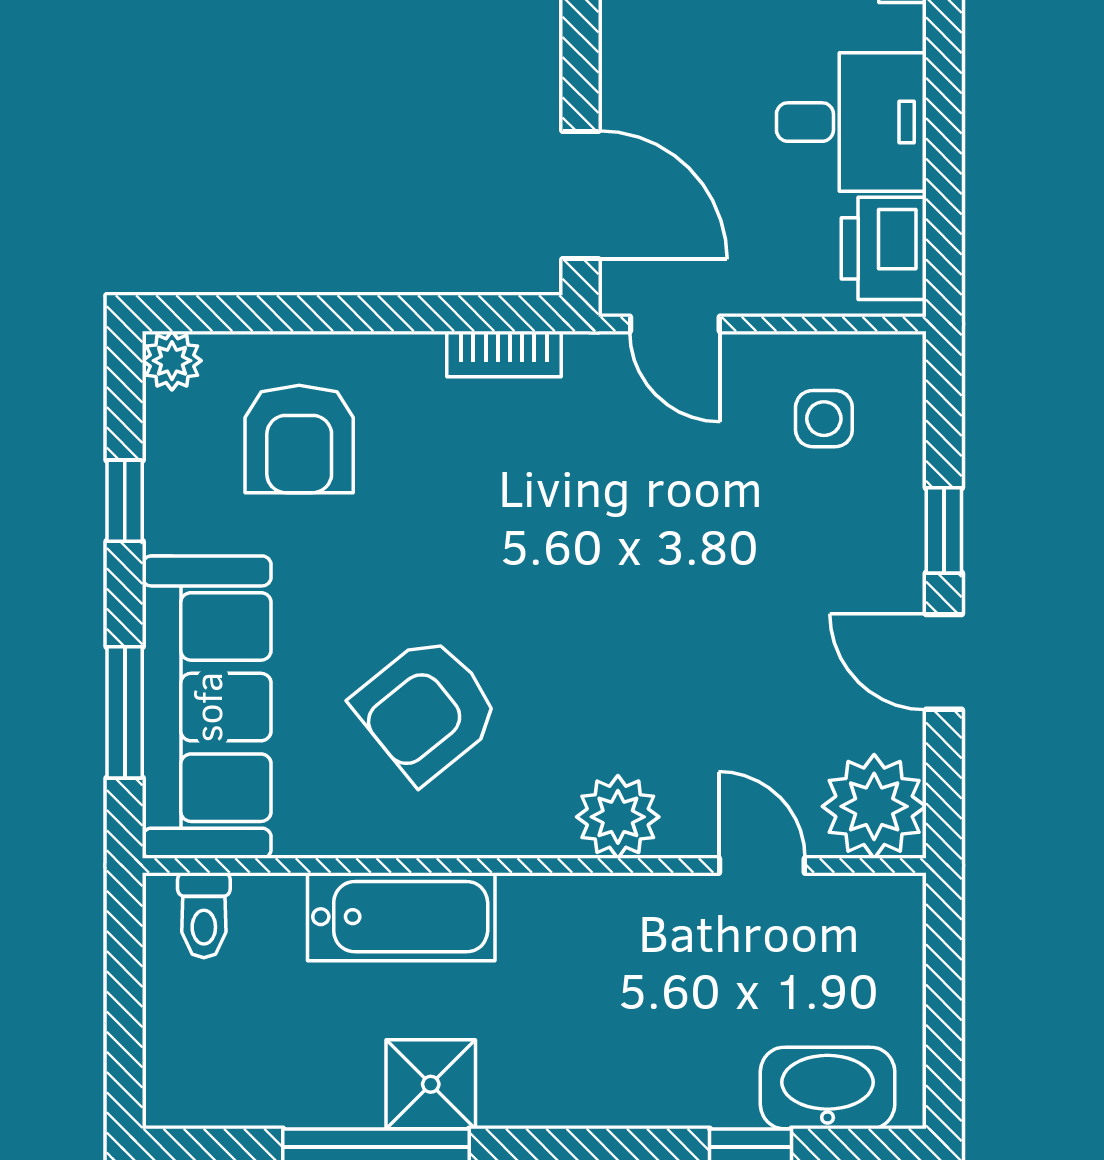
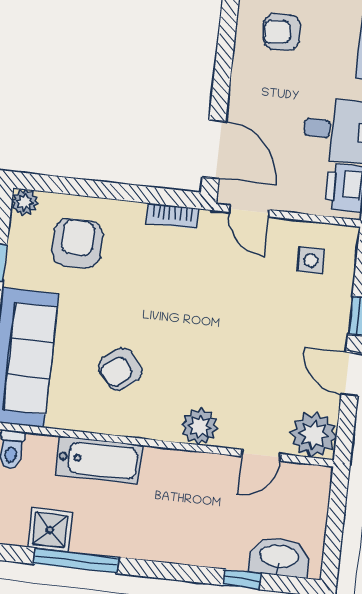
armchair: (299, 439) -> (77, 243), turned 180
armchair: (427, 709) -> (120, 369), width x0.72, depth x0.72
door: (762, 865) -> (261, 455), swing flipped
shower: (431, 1084) -> (50, 530), moved

